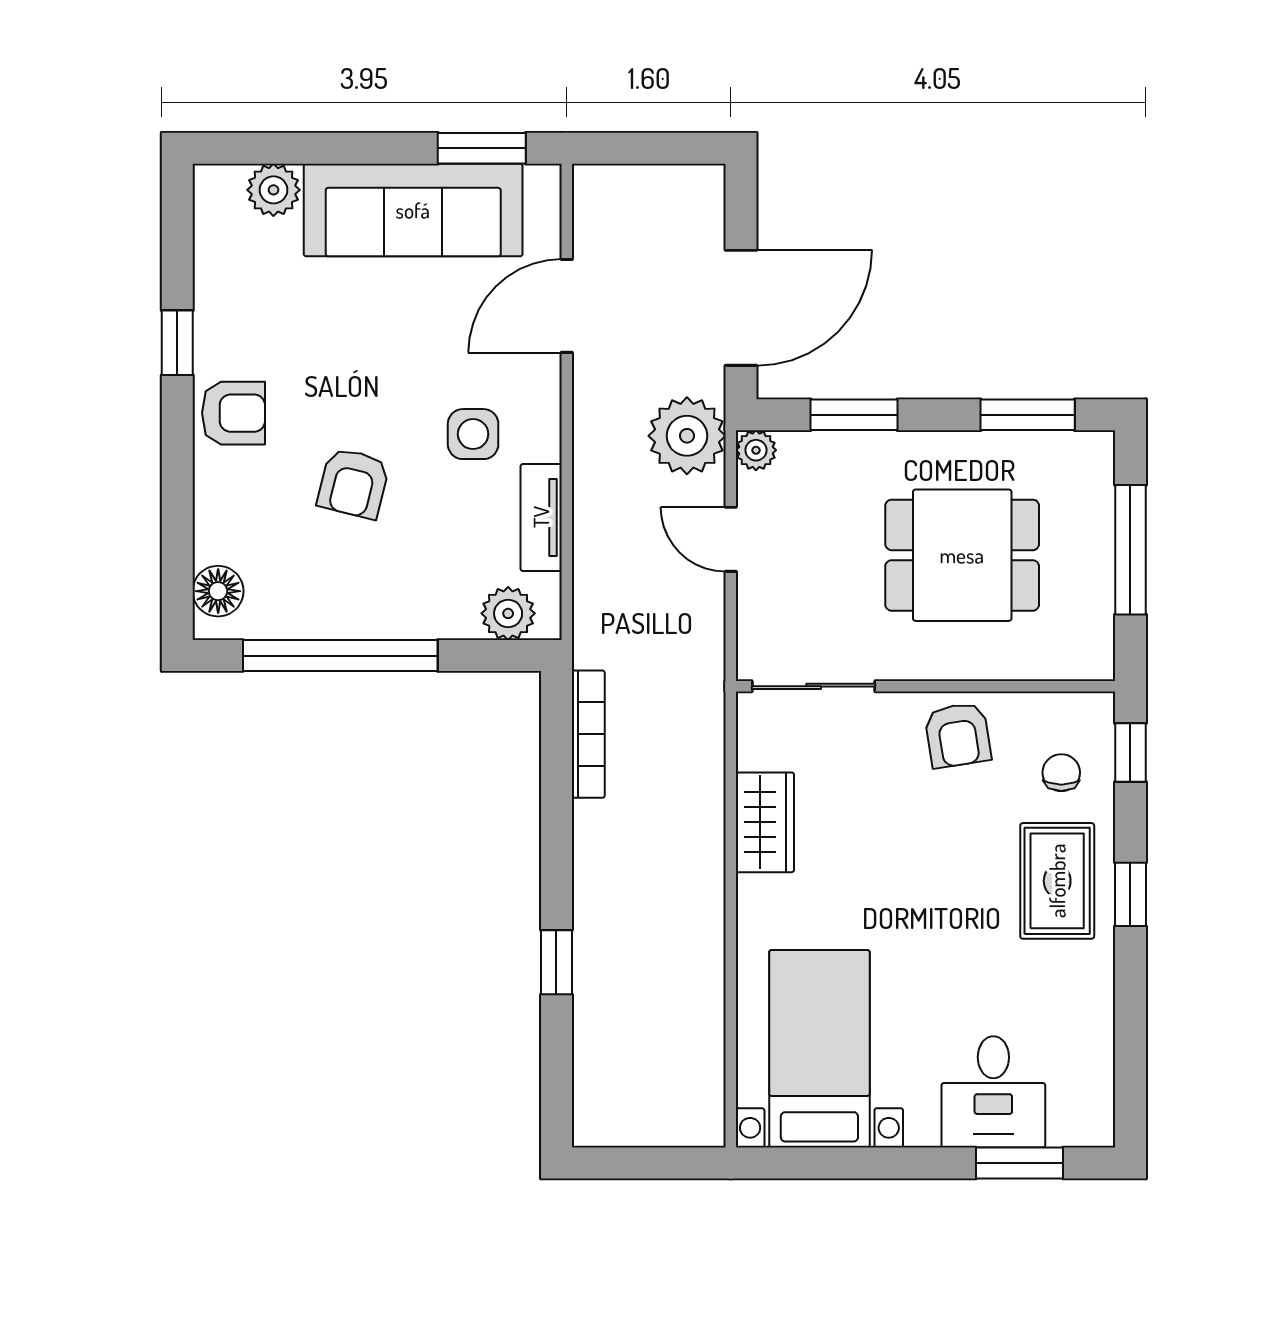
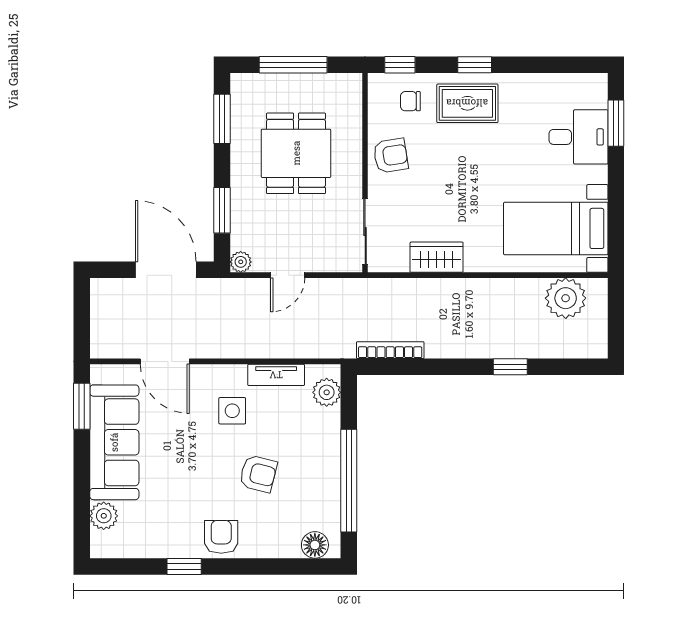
plant: (687, 436) -> (566, 298), moved

